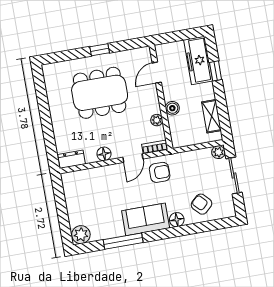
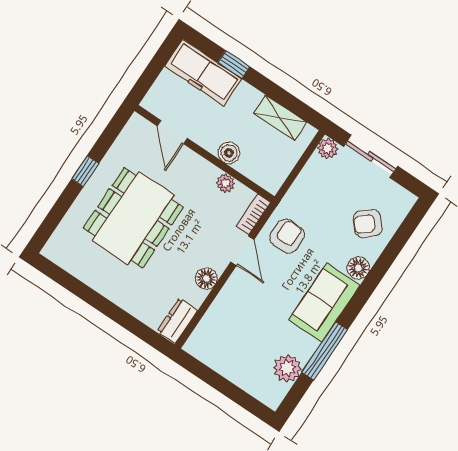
plant: (81, 235) -> (287, 368), moved

